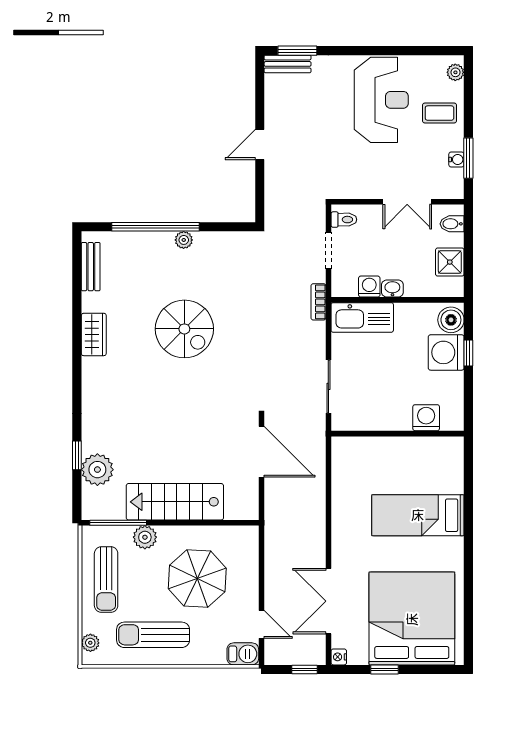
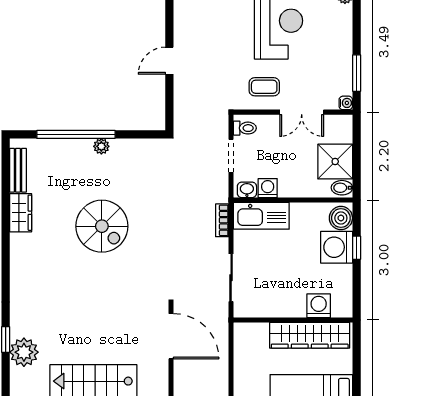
coffee table: (439, 113) -> (264, 87), moved
water cooler: (456, 159) -> (346, 103), moved
bidet: (452, 224) -> (342, 188), moved
shower: (450, 262) -> (335, 162), width x1.36, depth x1.36
washbasin: (392, 288) -> (247, 190), moved
bookcase: (318, 302) -> (222, 220), moved
wardrobe: (94, 334) -> (21, 213), moved
wardrobe: (416, 451) -> (310, 335), added

